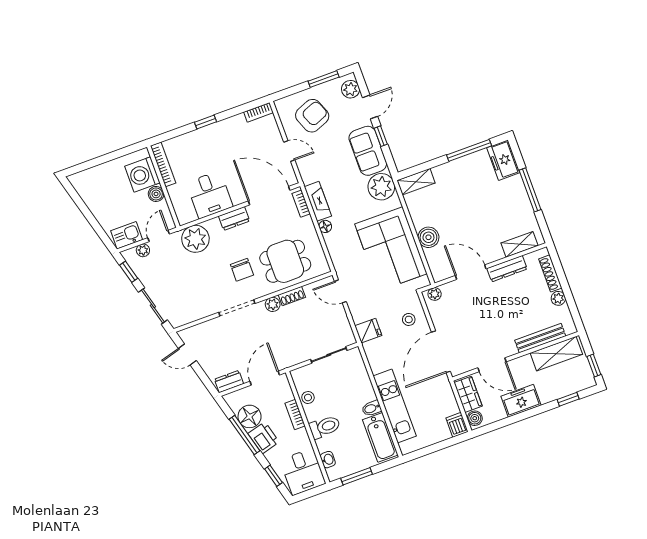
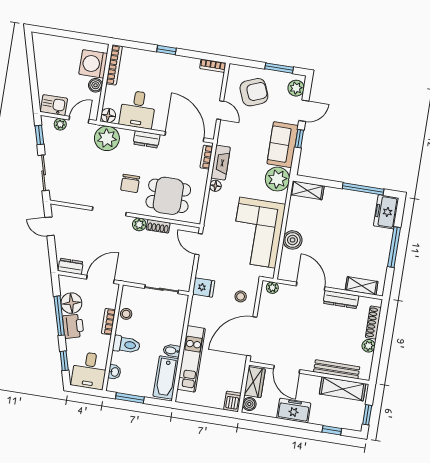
floor lamp: (184, 216) -> (108, 115), added

